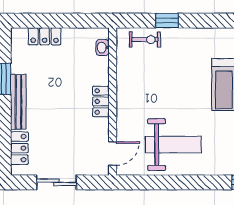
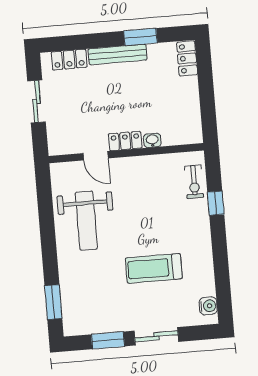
locker: (45, 36) -> (187, 58), moved
washbasin: (103, 47) -> (152, 140), moved
door: (113, 154) -> (96, 156), moved

